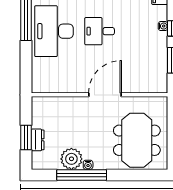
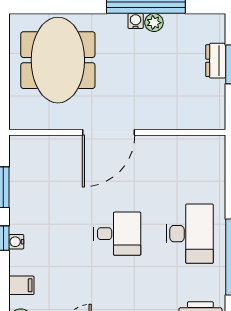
desk: (54, 31) -> (190, 234), width x0.73, depth x0.77
plant: (71, 159) -> (154, 23), width x0.53, depth x0.53

